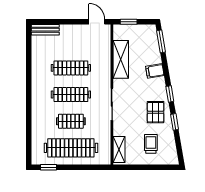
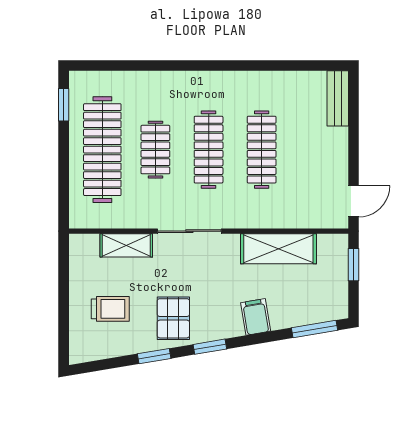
pallet: (156, 112) -> (173, 318), turned 90
shelving: (119, 150) -> (126, 245), moved

